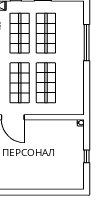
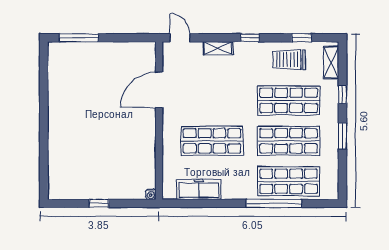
shop shelf: (20, 83) -> (289, 181), moved
freezer: (77, 92) -> (199, 189), added

